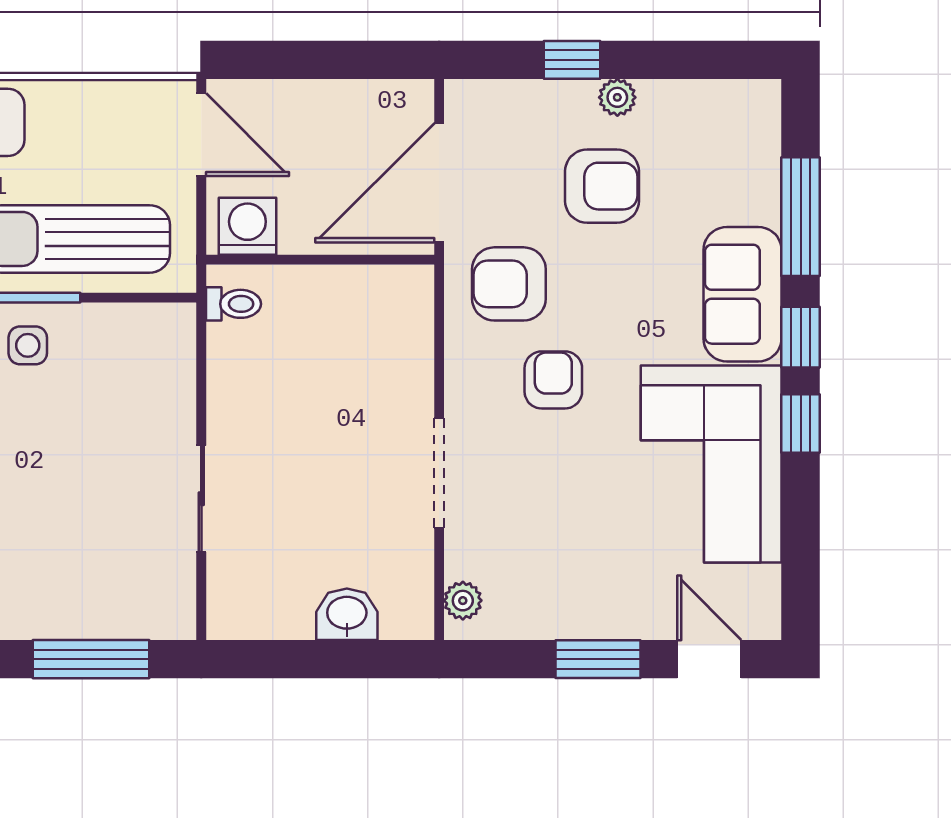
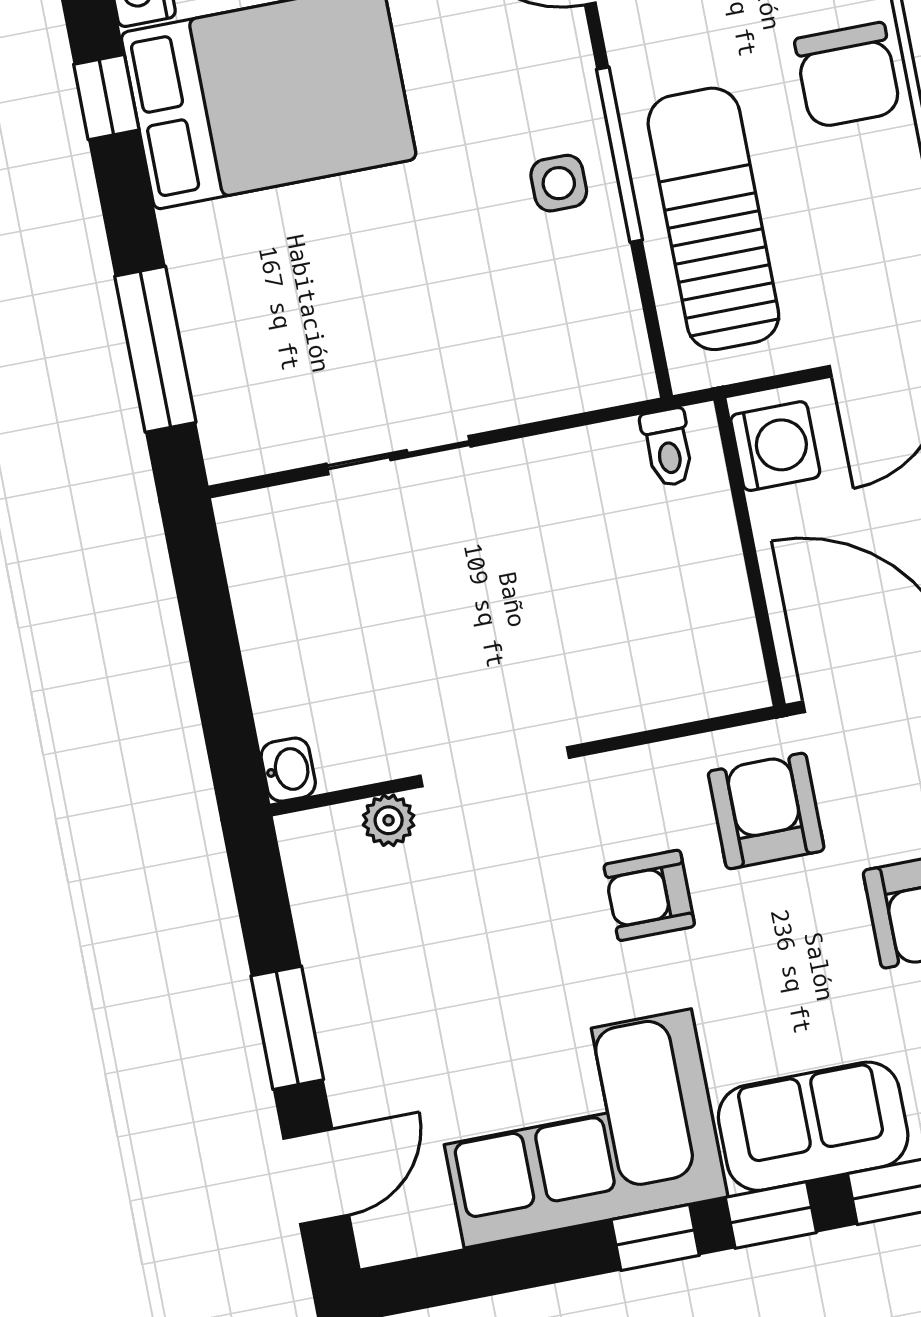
armchair: (553, 380) -> (649, 895), turned 180
plant: (463, 601) -> (389, 820), moved
washbasin: (347, 614) -> (288, 770), moved, width x0.72, depth x0.69

